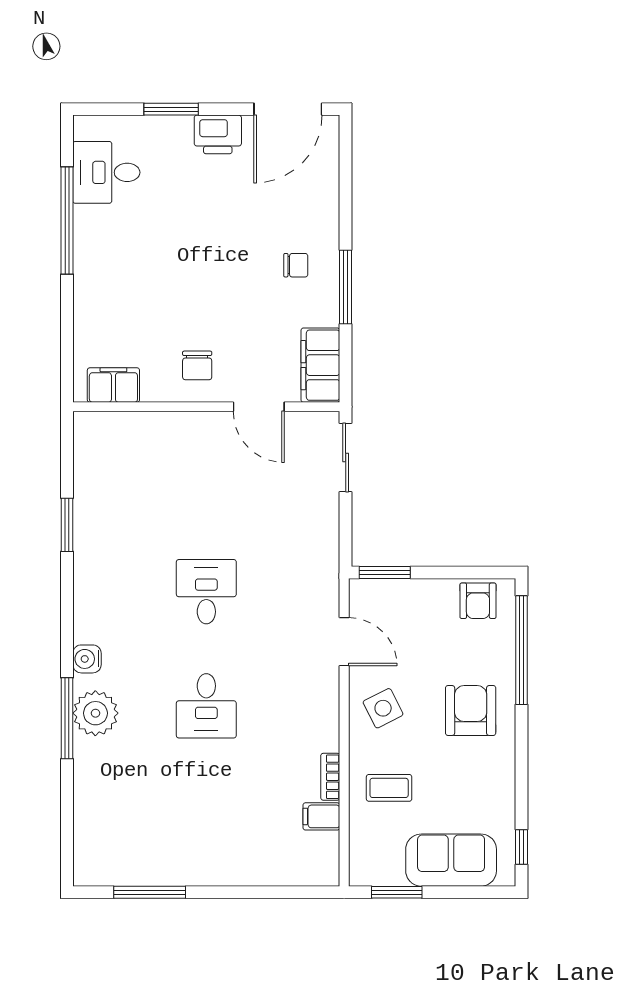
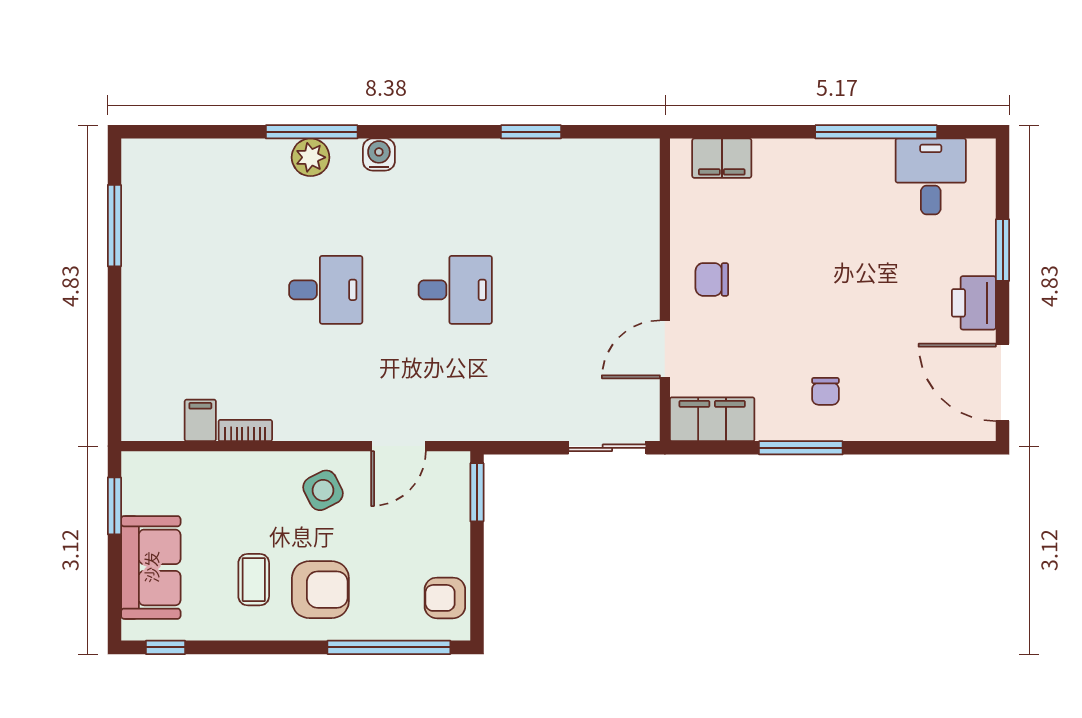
filing cabinet: (113, 385) -> (722, 158), moved, turned 90
desk: (206, 706) -> (326, 290), turned 180
plant: (95, 713) -> (311, 157), width x0.73, depth x0.73
coffee table: (389, 788) -> (254, 580), moved

